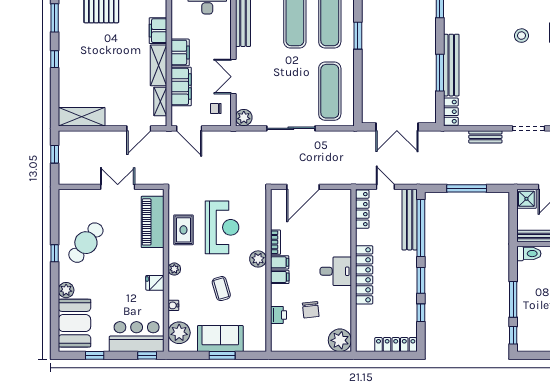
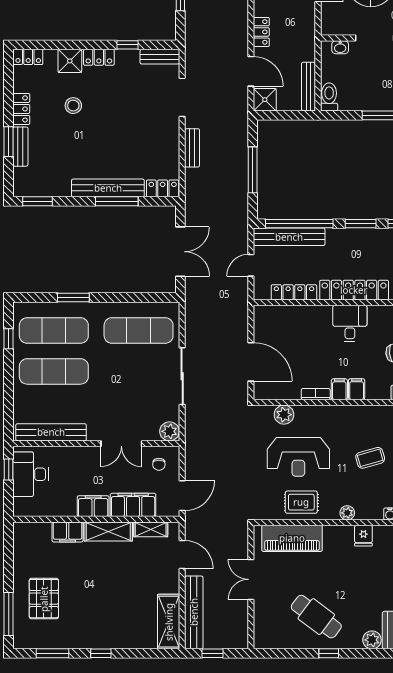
bench: (89, 138) -> (194, 612), added
locker: (362, 209) -> (294, 292), moved
reception desk: (222, 227) -> (298, 457), turned 180
plant: (258, 259) -> (284, 415), moved

